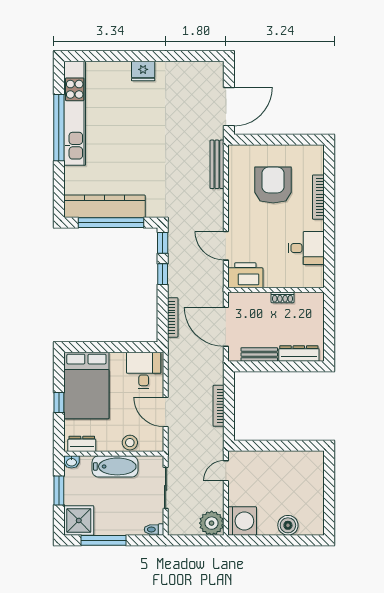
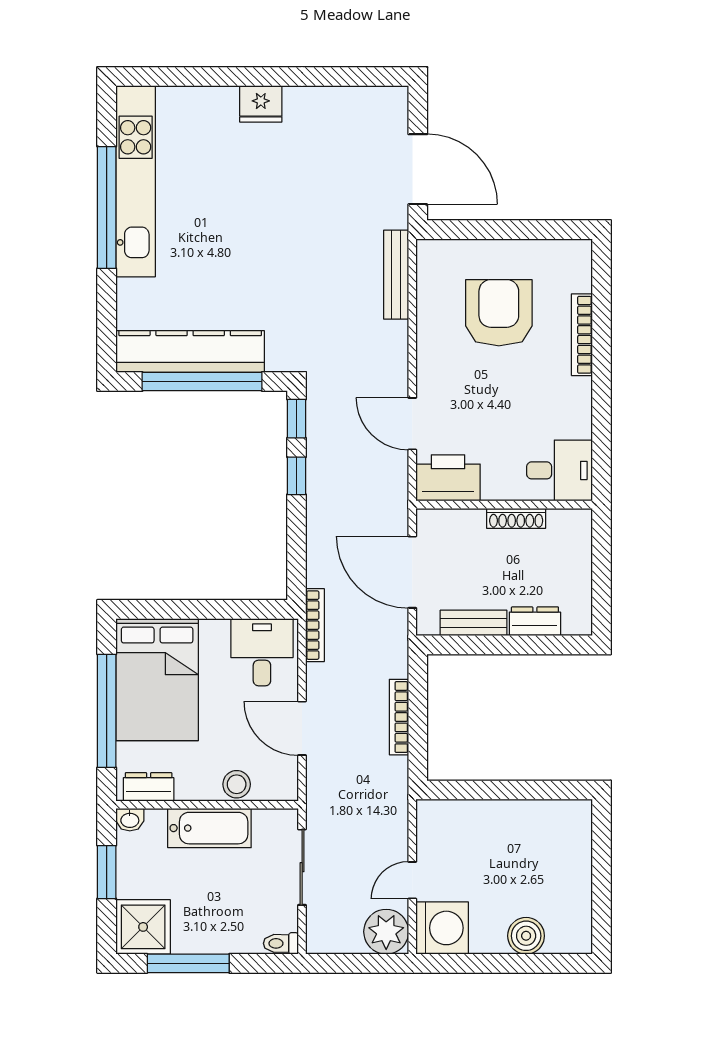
door: (229, 107) -> (418, 169), hinge flipped
desk: (306, 248) -> (560, 470), moved
shoe rack: (282, 297) -> (516, 518), width x1.43
bookcase: (173, 317) -> (315, 625), moved
dresser: (299, 354) -> (535, 621), width x0.70
window: (59, 403) -> (107, 711), width x3.17
door: (226, 471) -> (412, 880), moved

